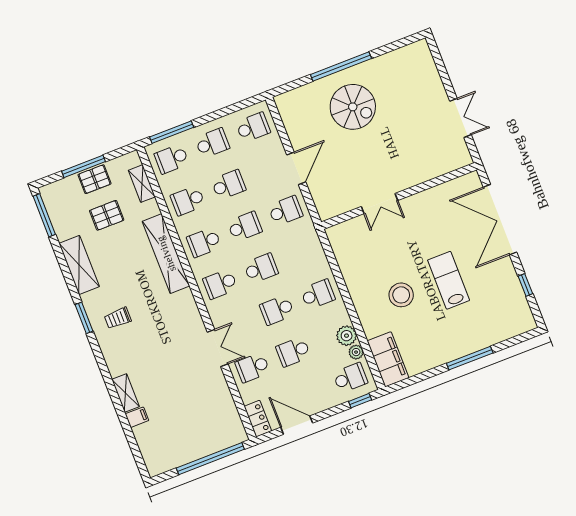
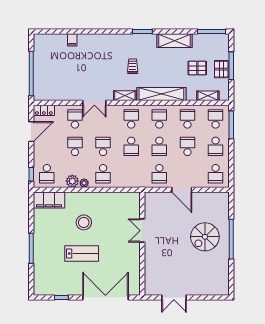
school desk: (229, 185) -> (187, 146), turned 180
pallet: (107, 215) -> (197, 68), turned 90
trolley: (118, 318) -> (133, 66), moved
plant: (356, 352) -> (84, 183), moved
shelving: (126, 393) -> (125, 96), moved

